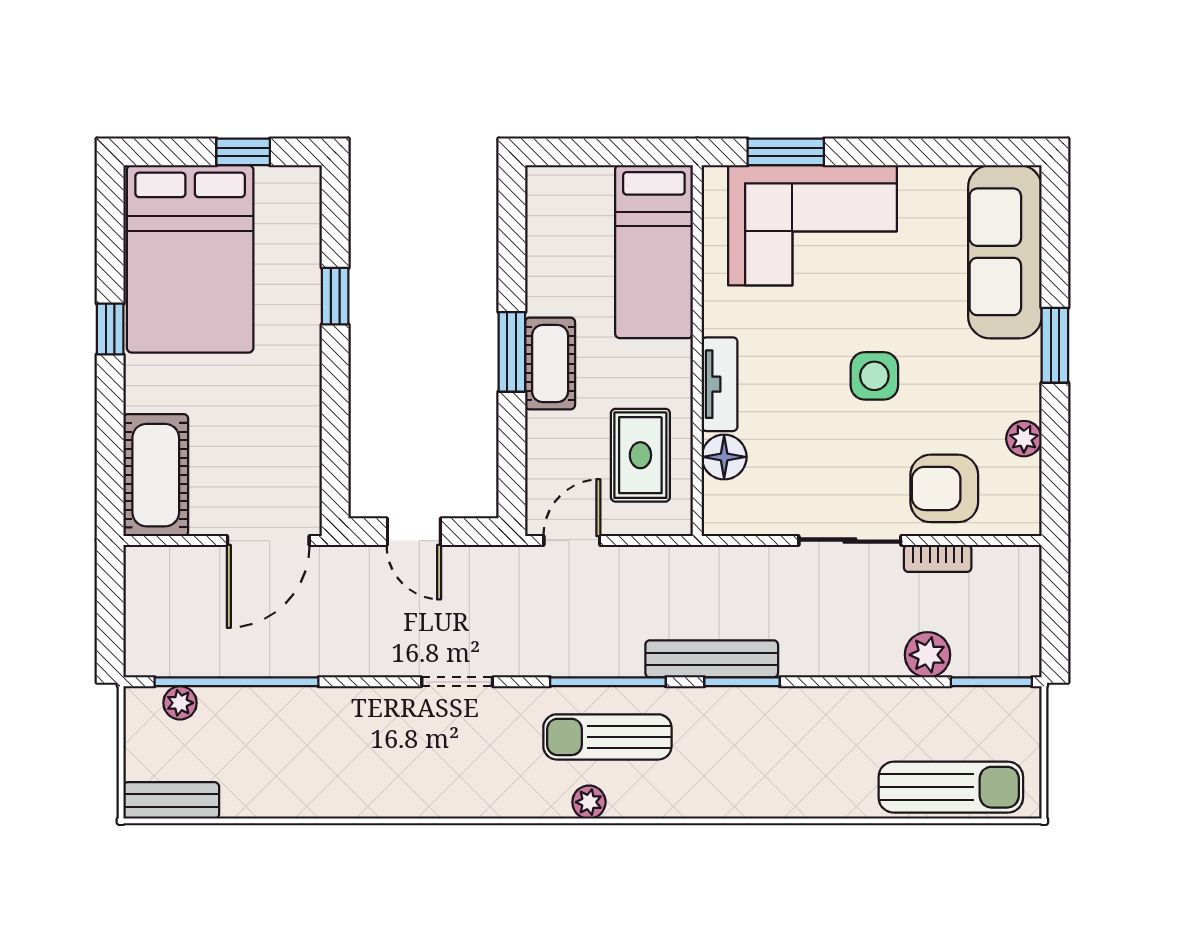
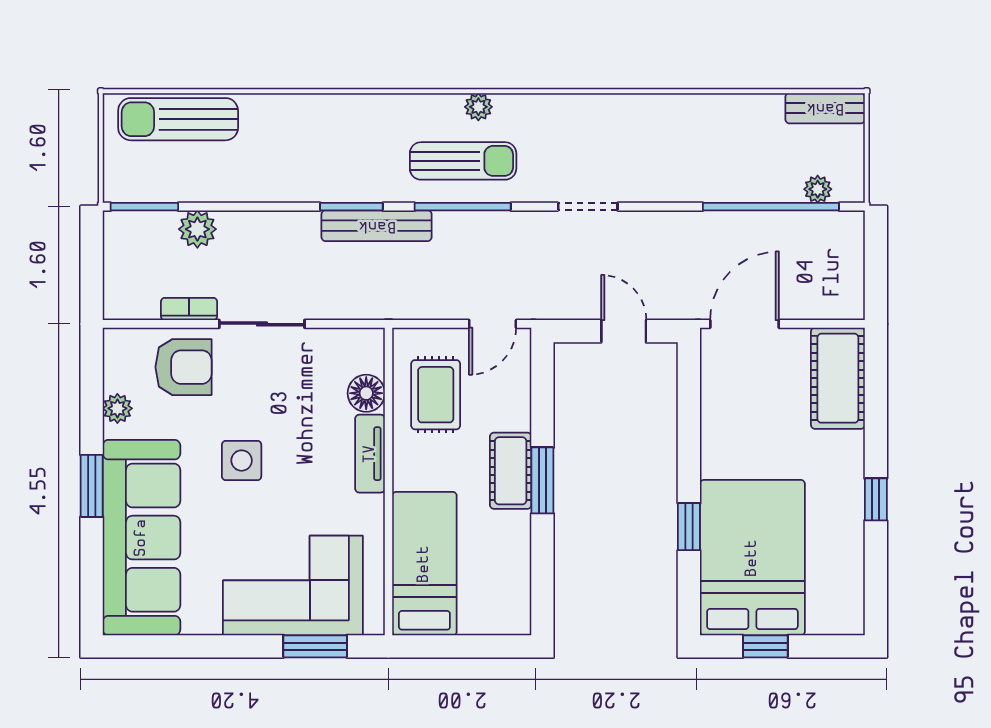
sofa: (1005, 252) -> (141, 538), width x1.36, depth x1.27
bed: (190, 259) -> (752, 558), moved

